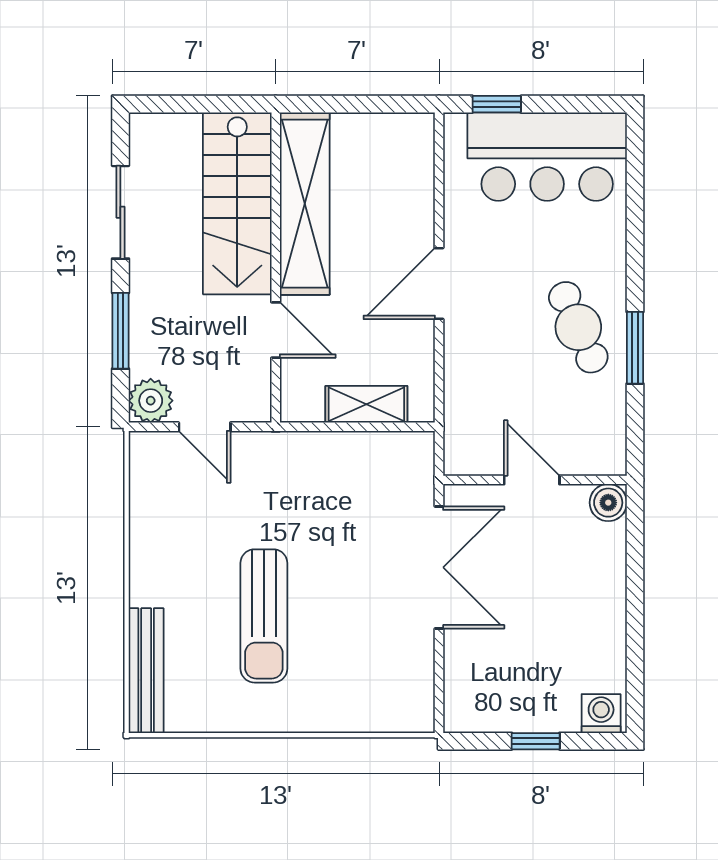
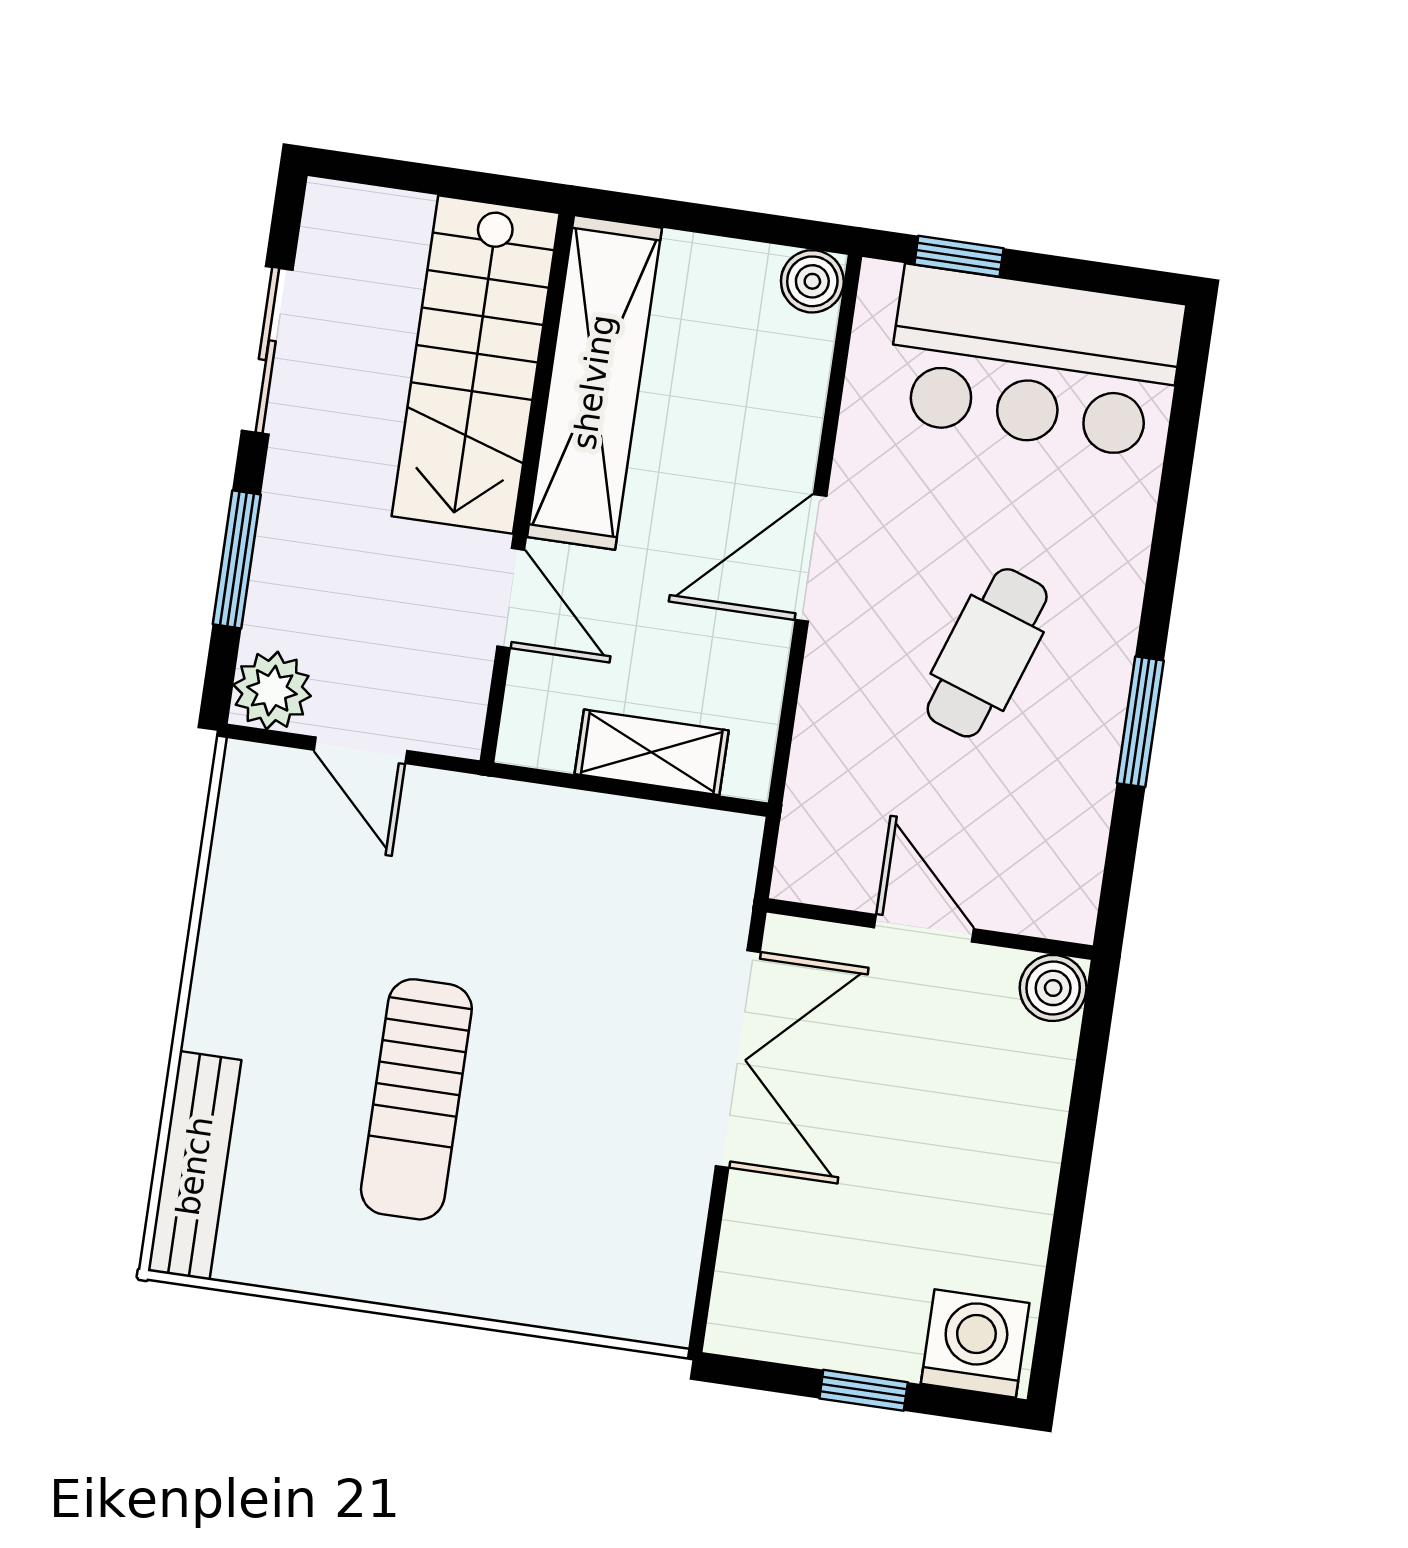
boiler: (417, 130) -> (812, 281), added
cafe table: (578, 327) -> (987, 653), moved, turned 43
washing machine: (601, 714) -> (975, 1343), width x1.38, depth x1.38

